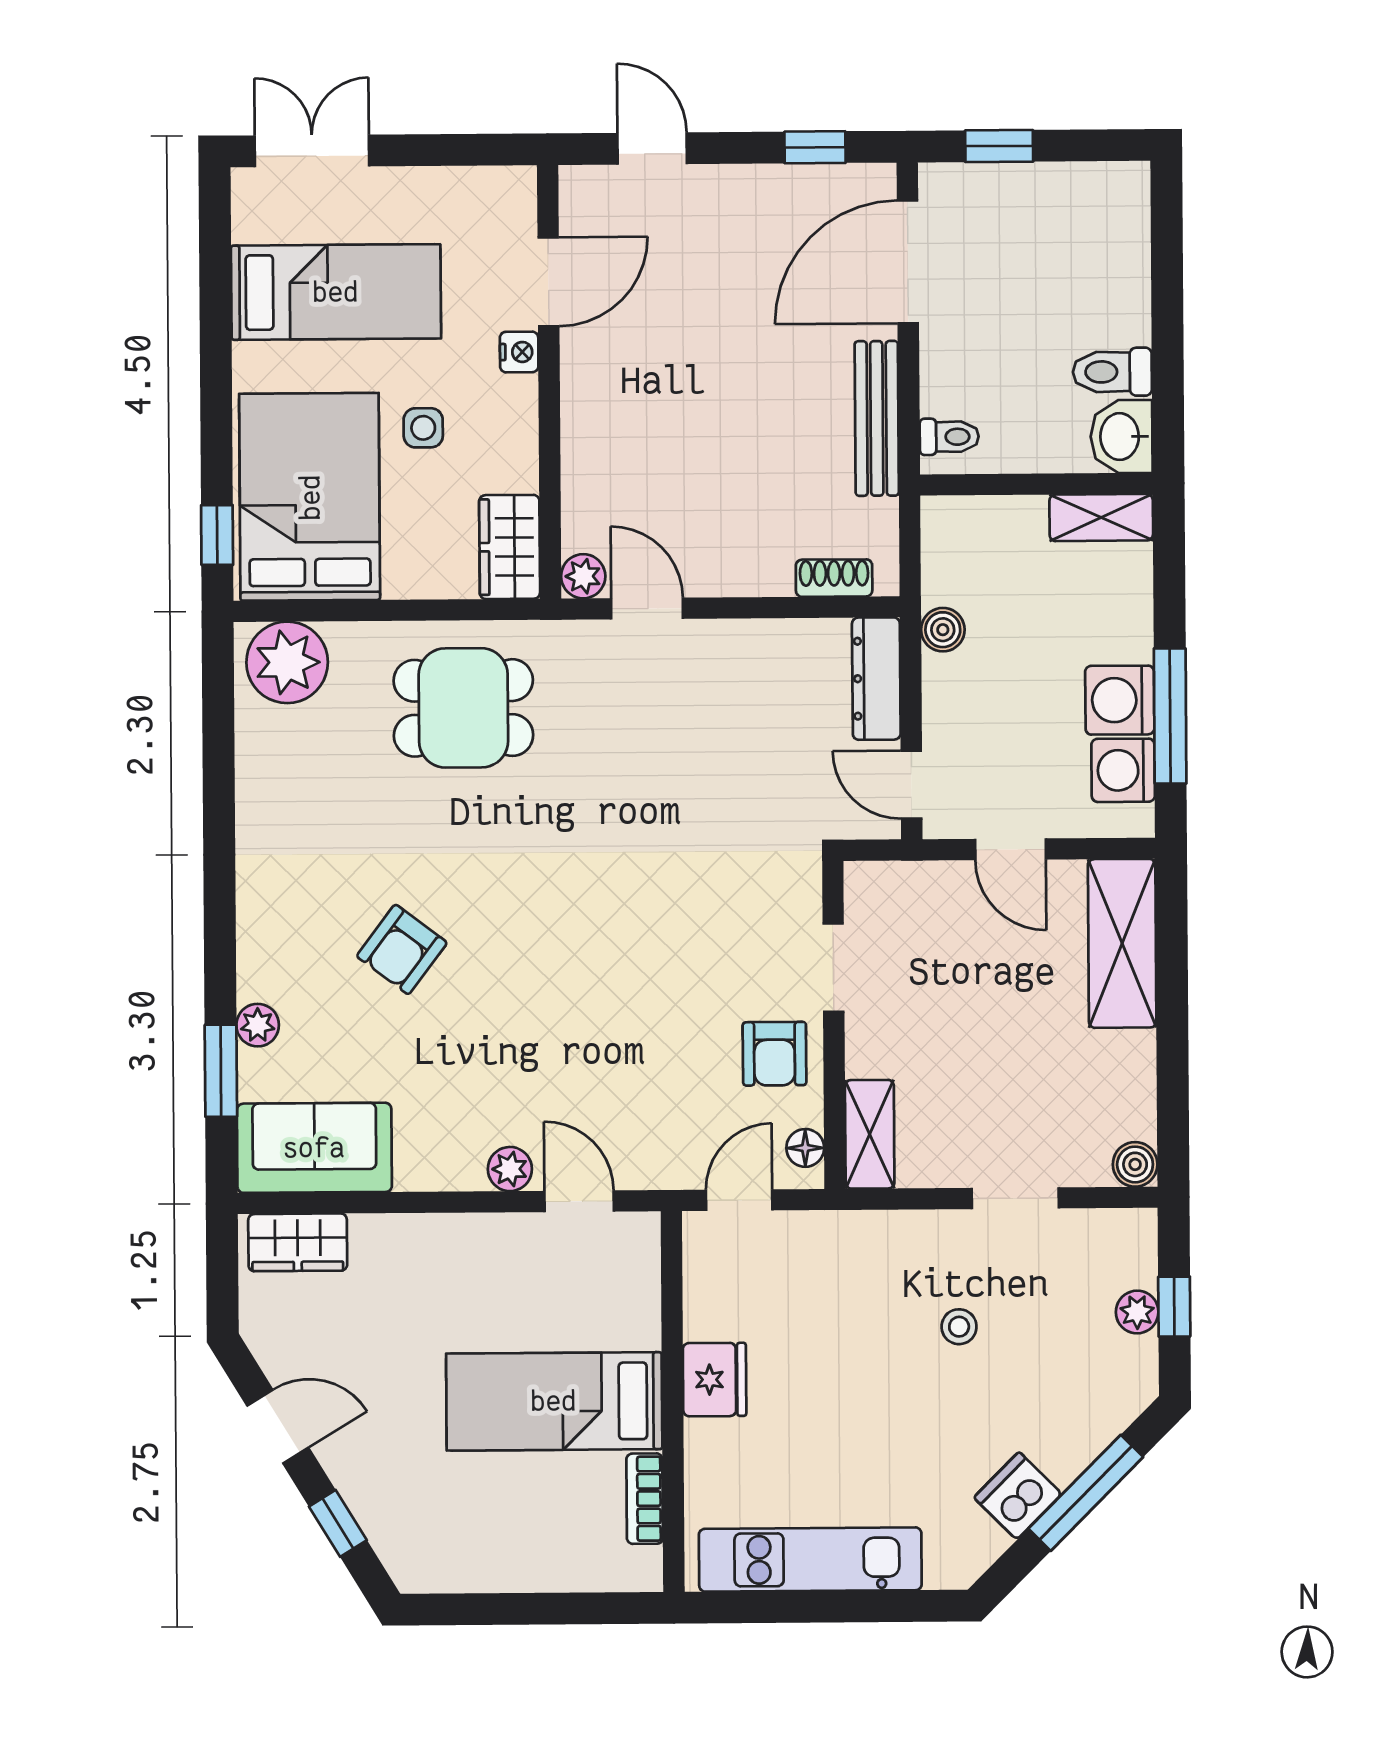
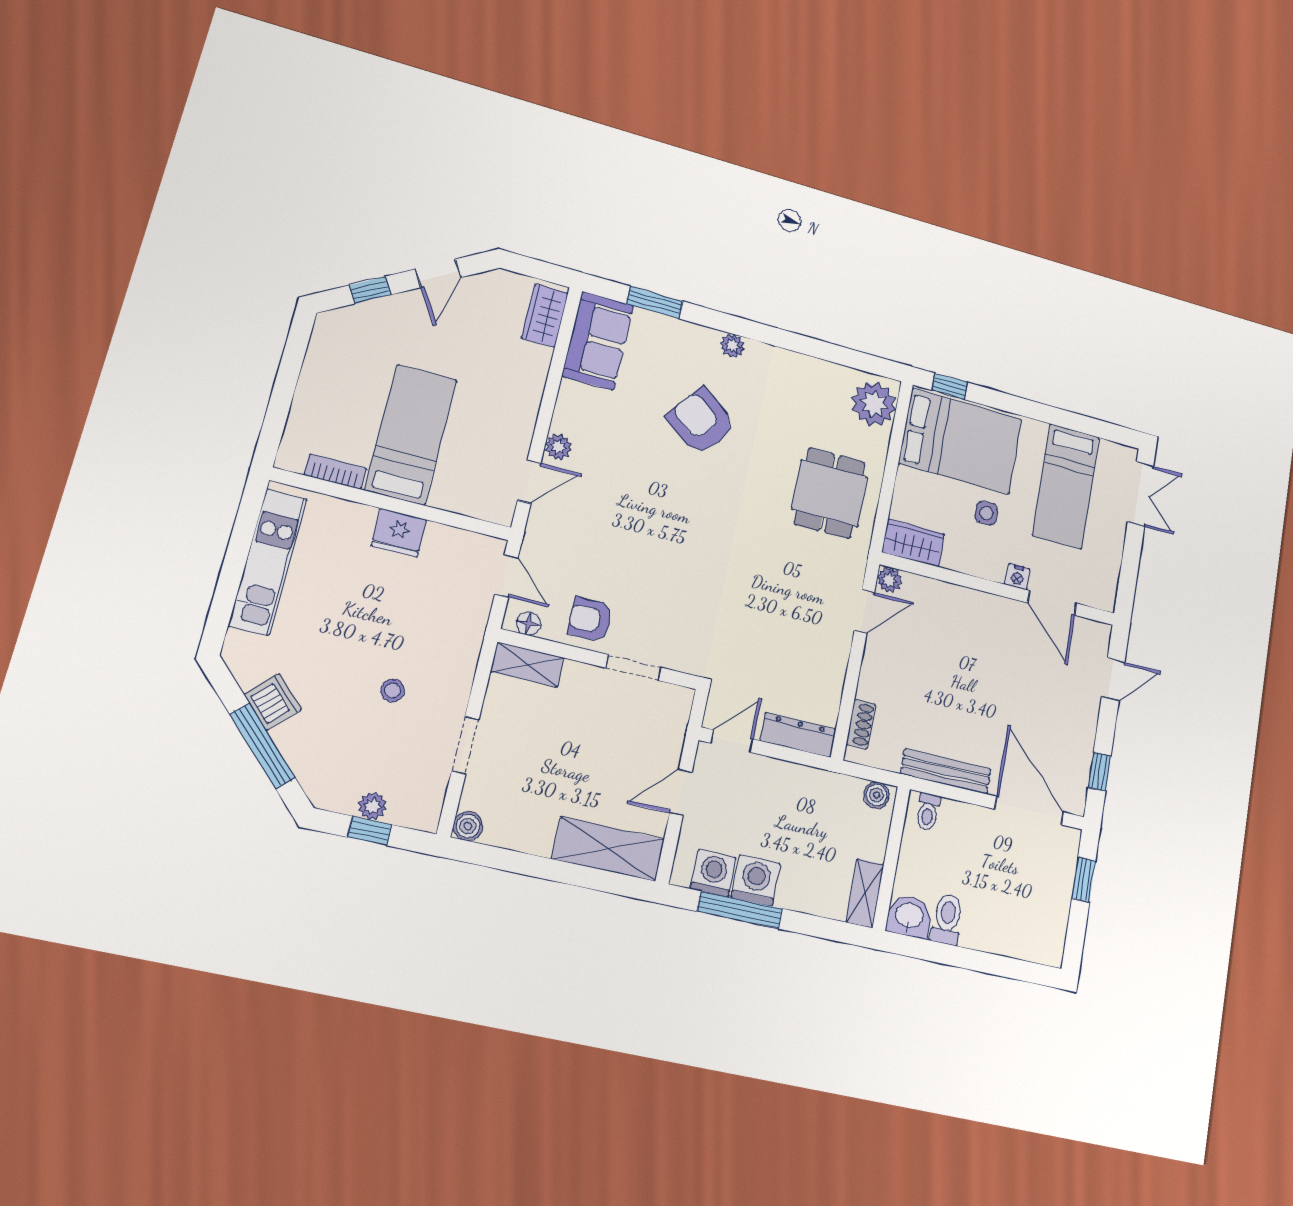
boiler: (943, 630) -> (876, 795), moved
armchair: (402, 949) -> (701, 421), width x1.38, depth x1.38
plant: (258, 1025) -> (732, 346), moved

